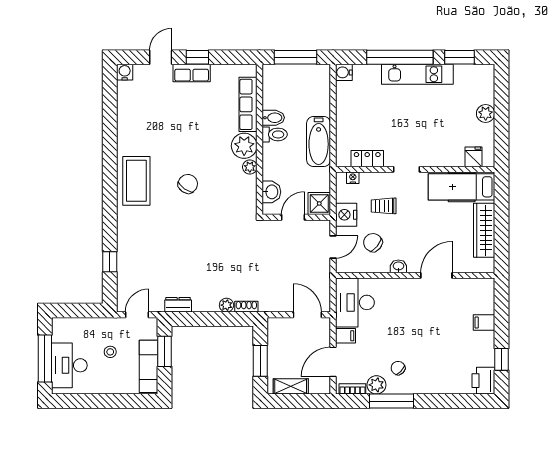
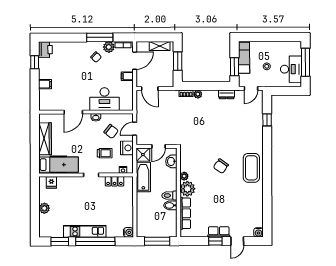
bathtub: (319, 142) -> (143, 177), moved
desk: (355, 302) -> (104, 99), moved, turned 90
desk: (69, 365) -> (291, 69), moved

